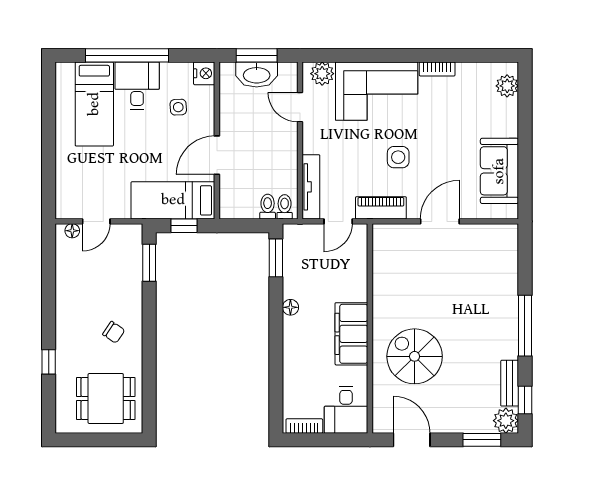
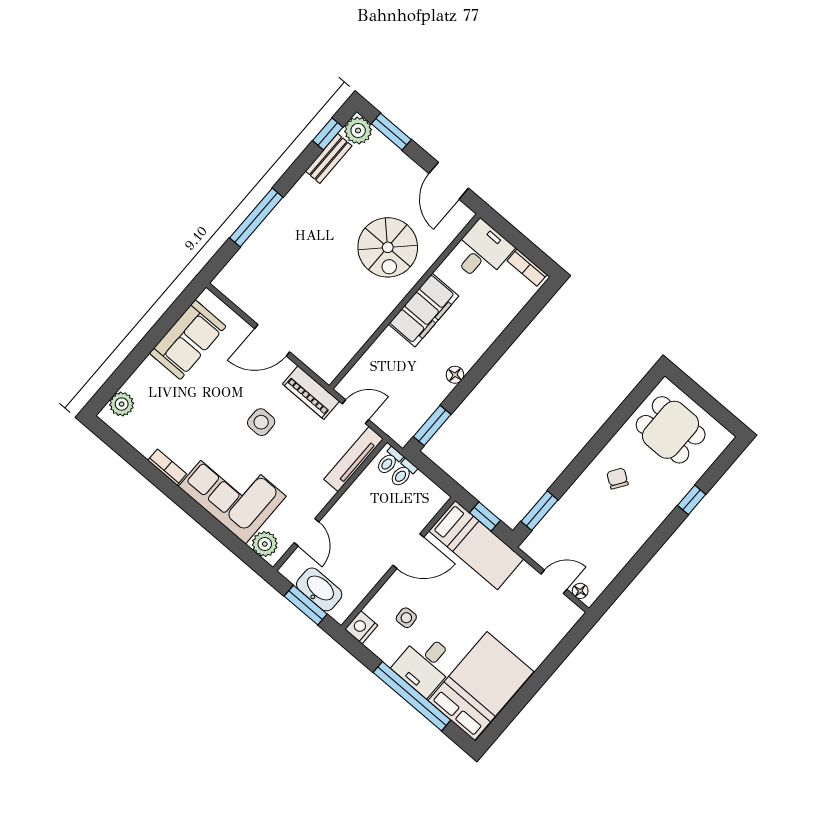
bed: (94, 104) -> (481, 686), width x1.50
window: (525, 326) -> (256, 217), moved

